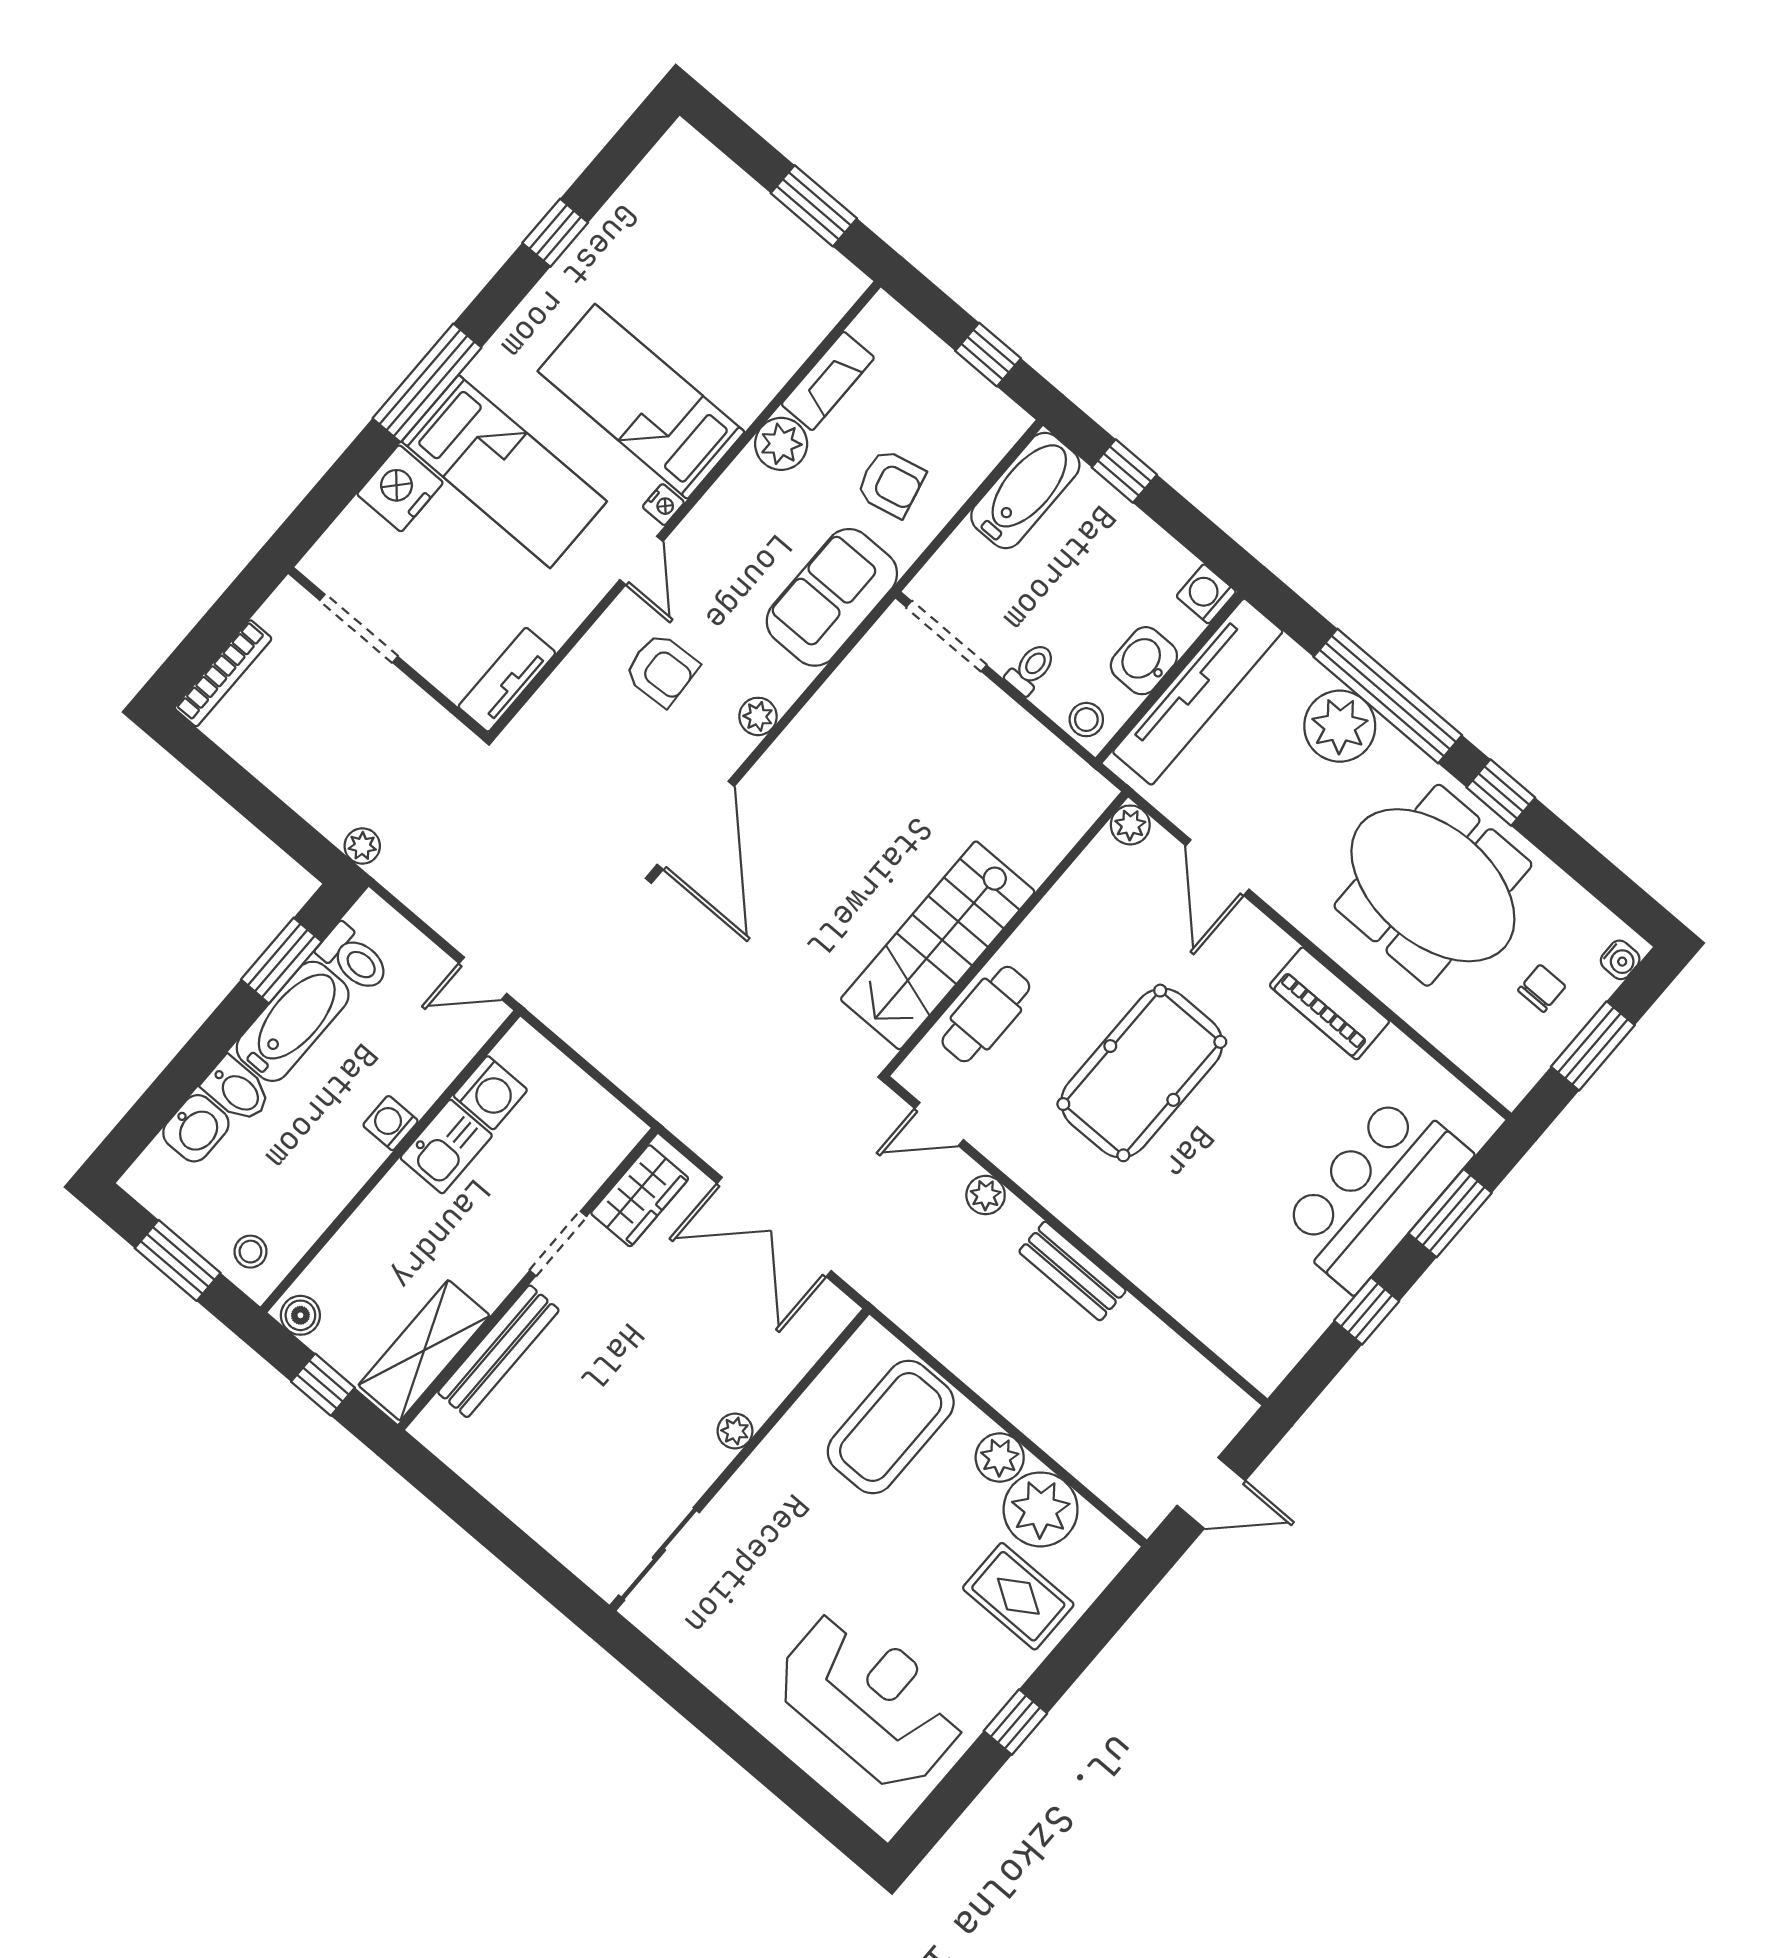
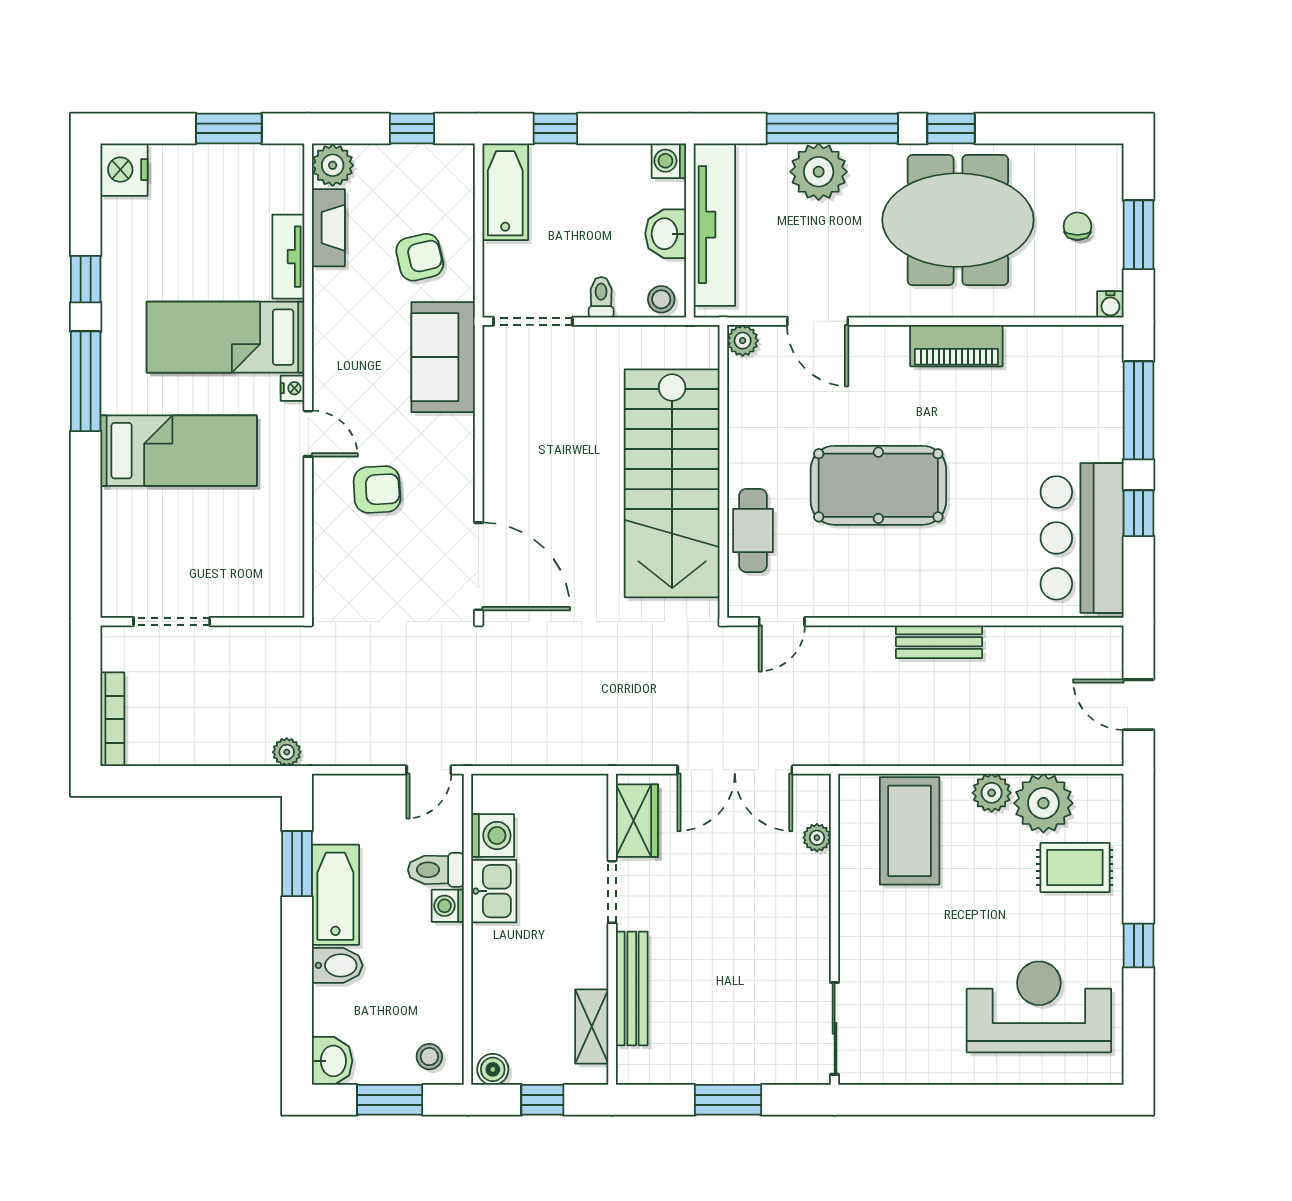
window: (427, 383) -> (86, 381), moved
plant: (781, 444) -> (333, 165), moved
nightstand: (400, 488) -> (124, 170), moved
tv unit: (507, 680) -> (288, 257), moved
plant: (758, 716) -> (460, 468), removed
stairs: (938, 945) -> (672, 483), width x1.36, depth x1.51
toilet: (354, 958) -> (436, 870), moved, turned 180
water cooler: (1620, 960) -> (1110, 304), moved, turned 90
pool table: (1142, 1073) -> (878, 485), turned 90
washbasin: (196, 1128) -> (332, 1061), moved
bar counter: (1375, 1192) -> (1082, 538), moved
plant: (986, 1195) -> (847, 641), removed
window: (1450, 1213) -> (1139, 410), width x1.44
shelving: (424, 1350) -> (592, 1026), width x0.67, depth x0.75
plant: (735, 1431) -> (817, 838), moved
door: (1211, 1493) -> (1139, 705), swing flipped
window: (499, 1535) -> (728, 1100), added

